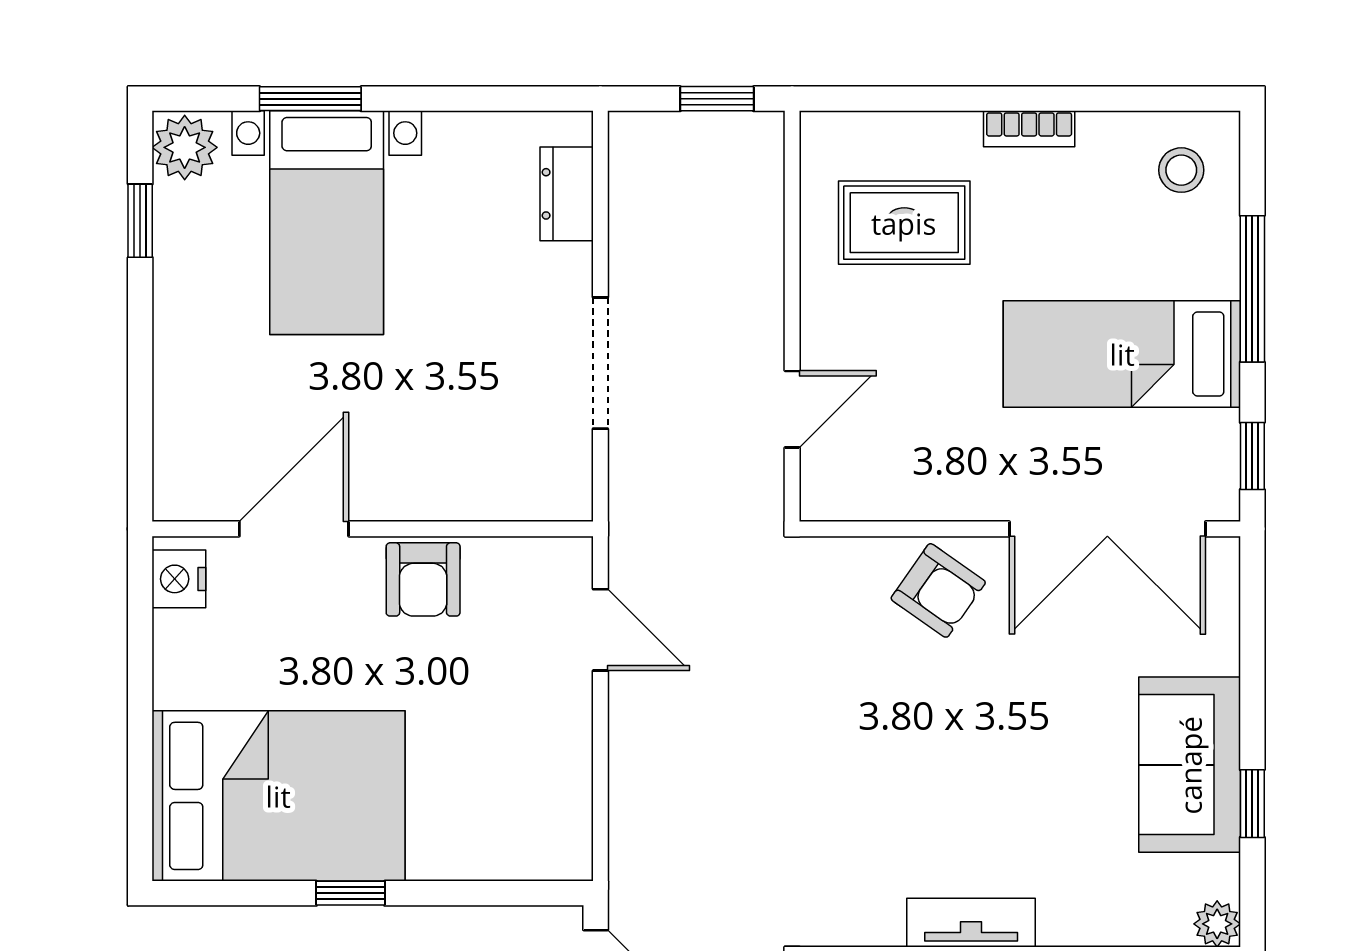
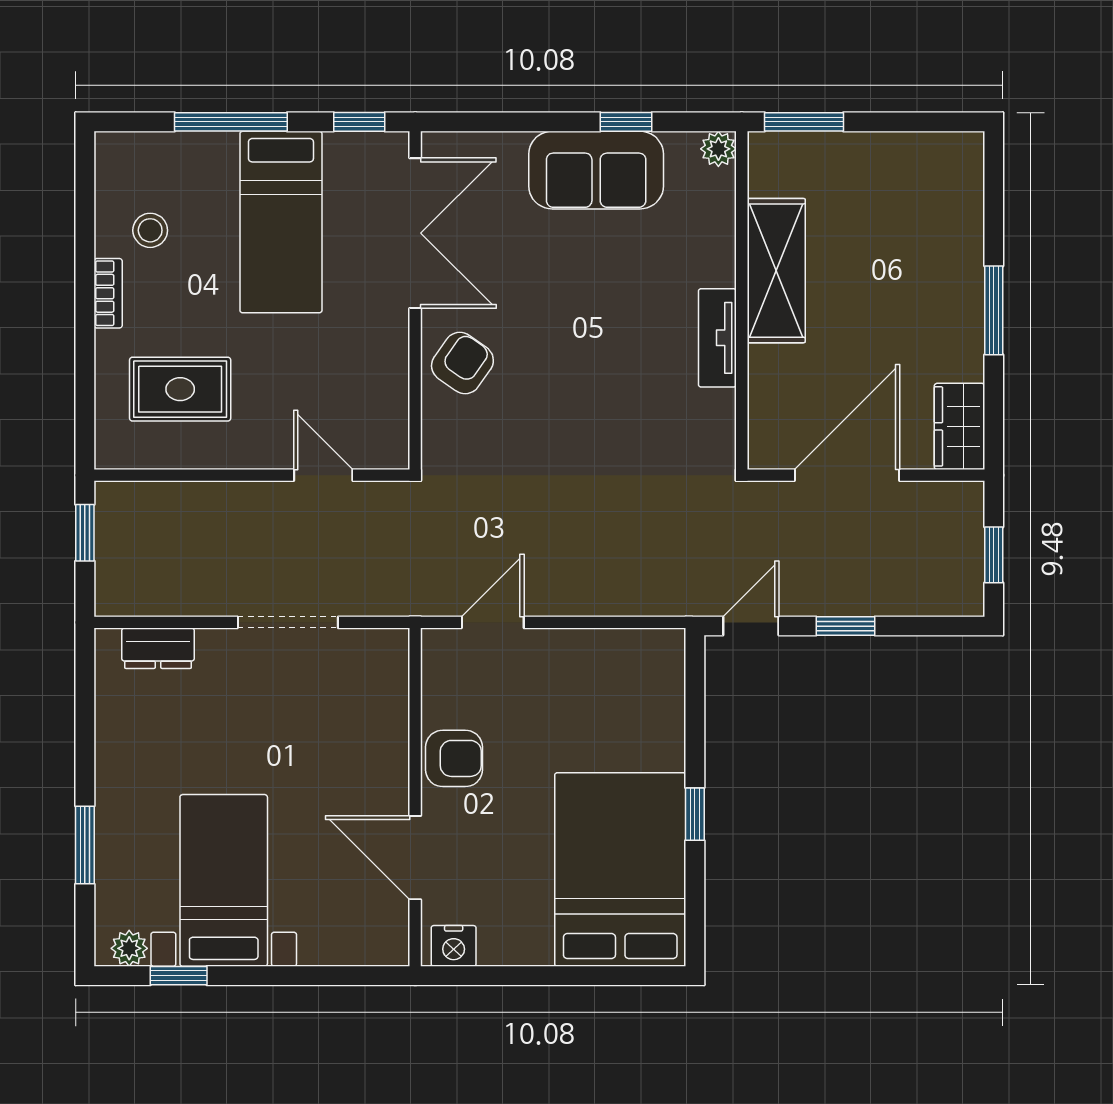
plant: (185, 147) -> (129, 948), width x0.73, depth x0.73
stool: (1181, 170) -> (150, 230), moved
bed with nightstands: (327, 223) -> (224, 880), moved, turned -90
rug: (904, 223) -> (180, 389), turned 90

